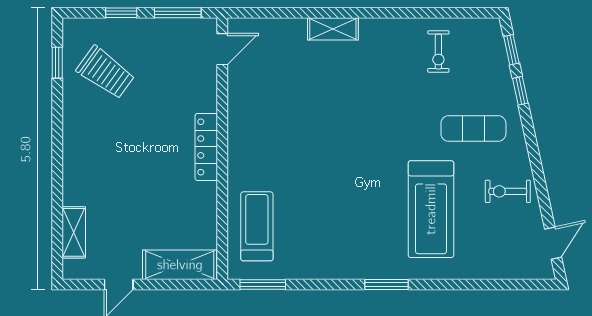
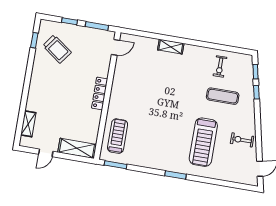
exercise mat: (473, 129) -> (223, 96), moved

